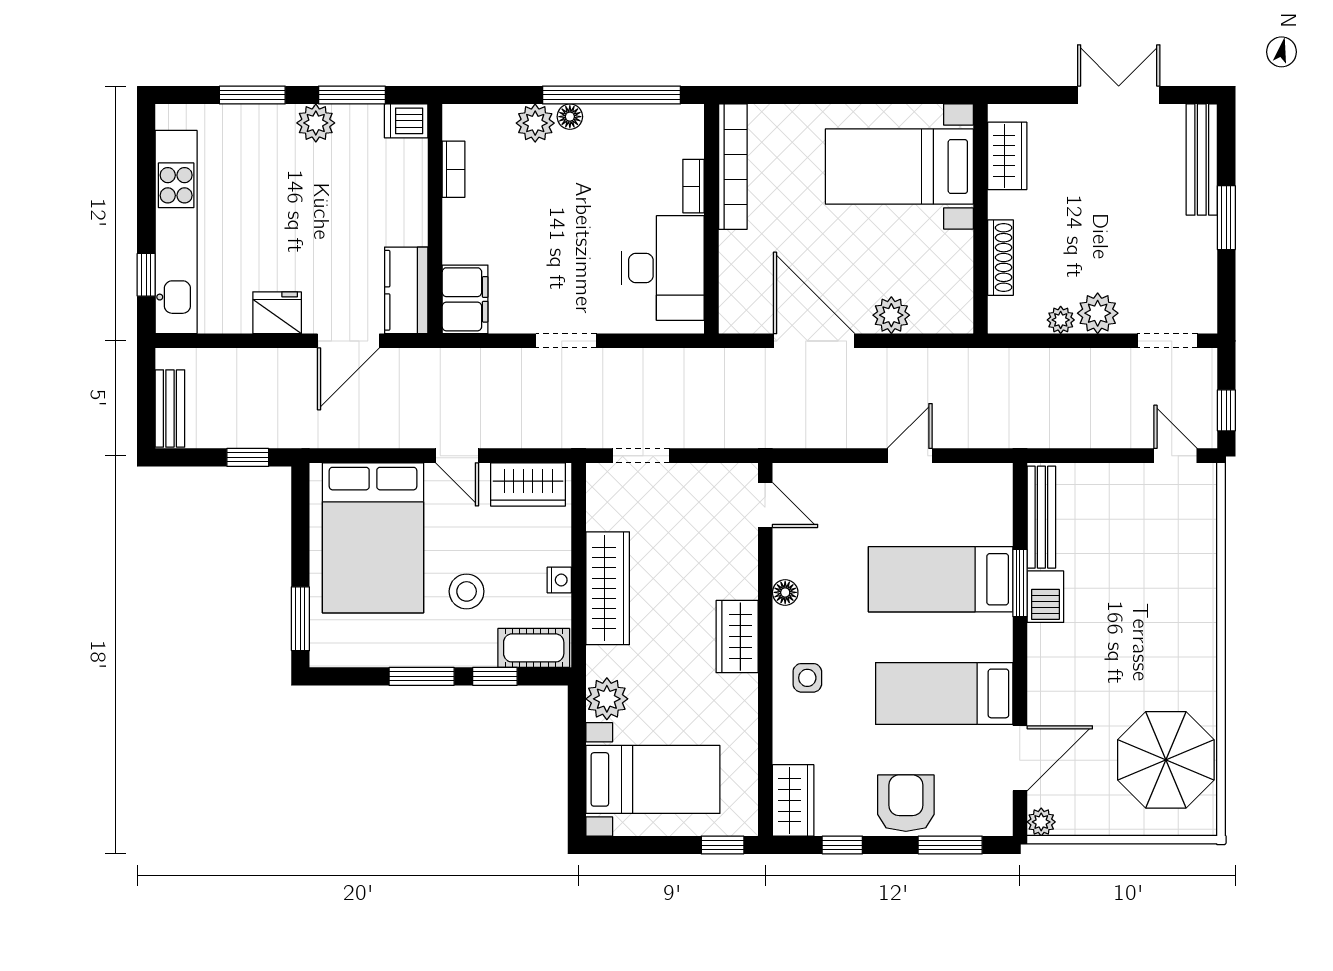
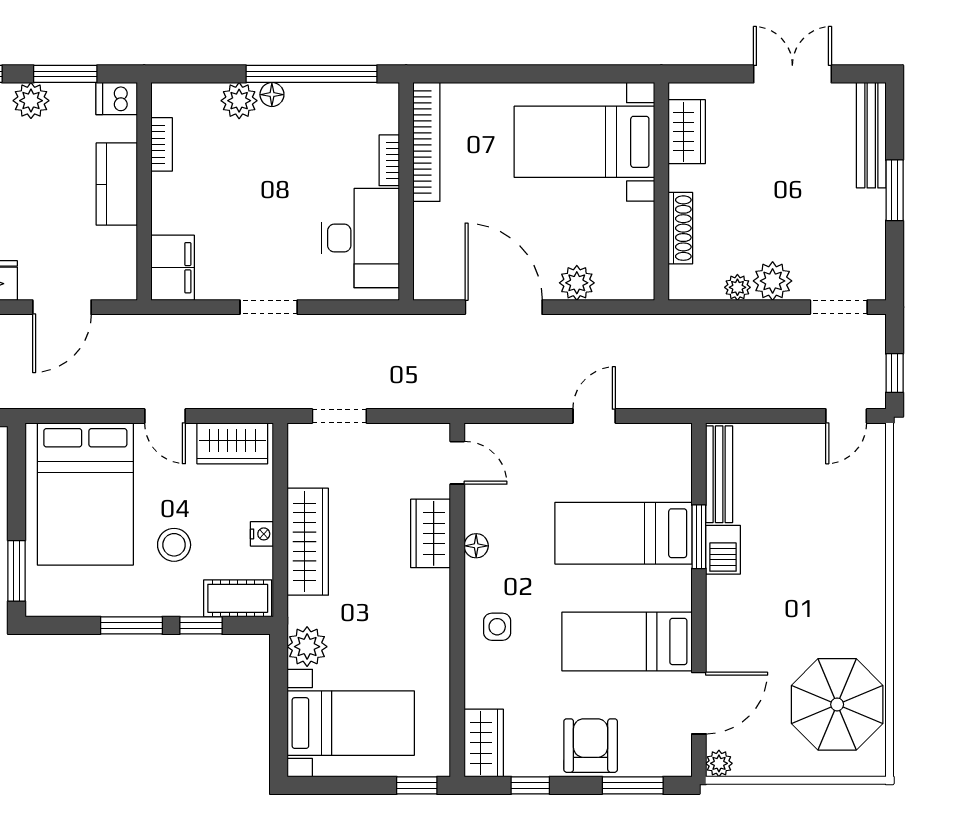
kitchen counter: (406, 290) -> (117, 184), moved
door: (1175, 456) -> (846, 416), swing flipped
wardrobe: (737, 637) -> (431, 533), moved

